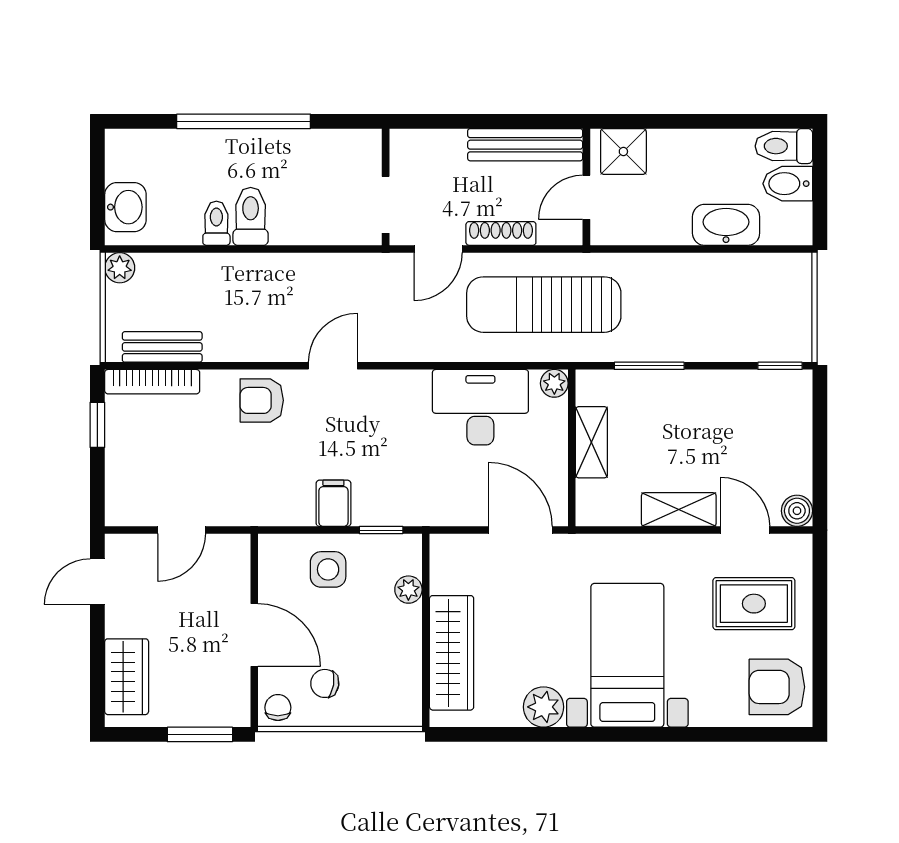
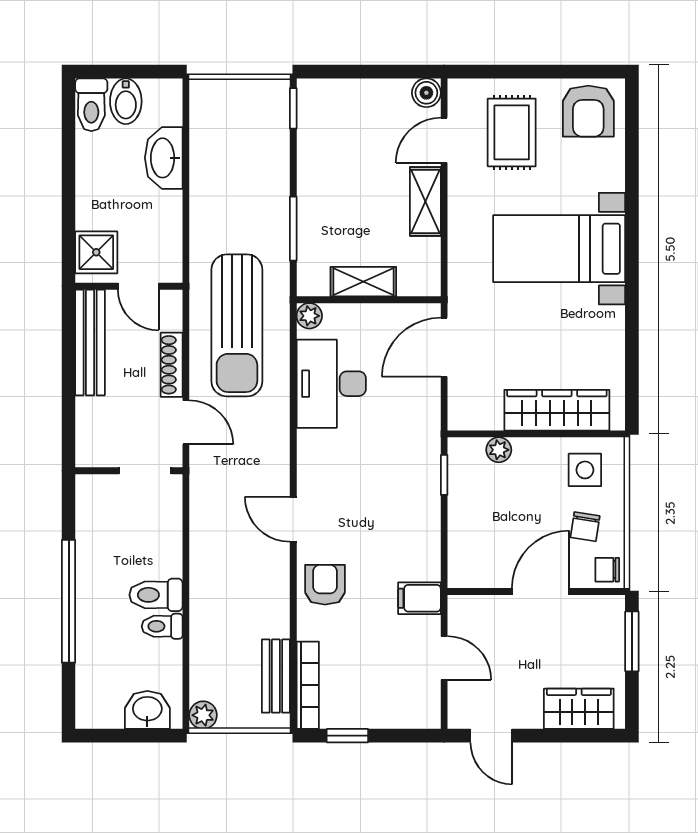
armchair: (262, 400) -> (325, 585), turned 180
filing cabinet: (333, 503) -> (419, 598), moved
side table: (328, 569) -> (585, 470), moved
plant: (544, 707) -> (607, 326), removed

